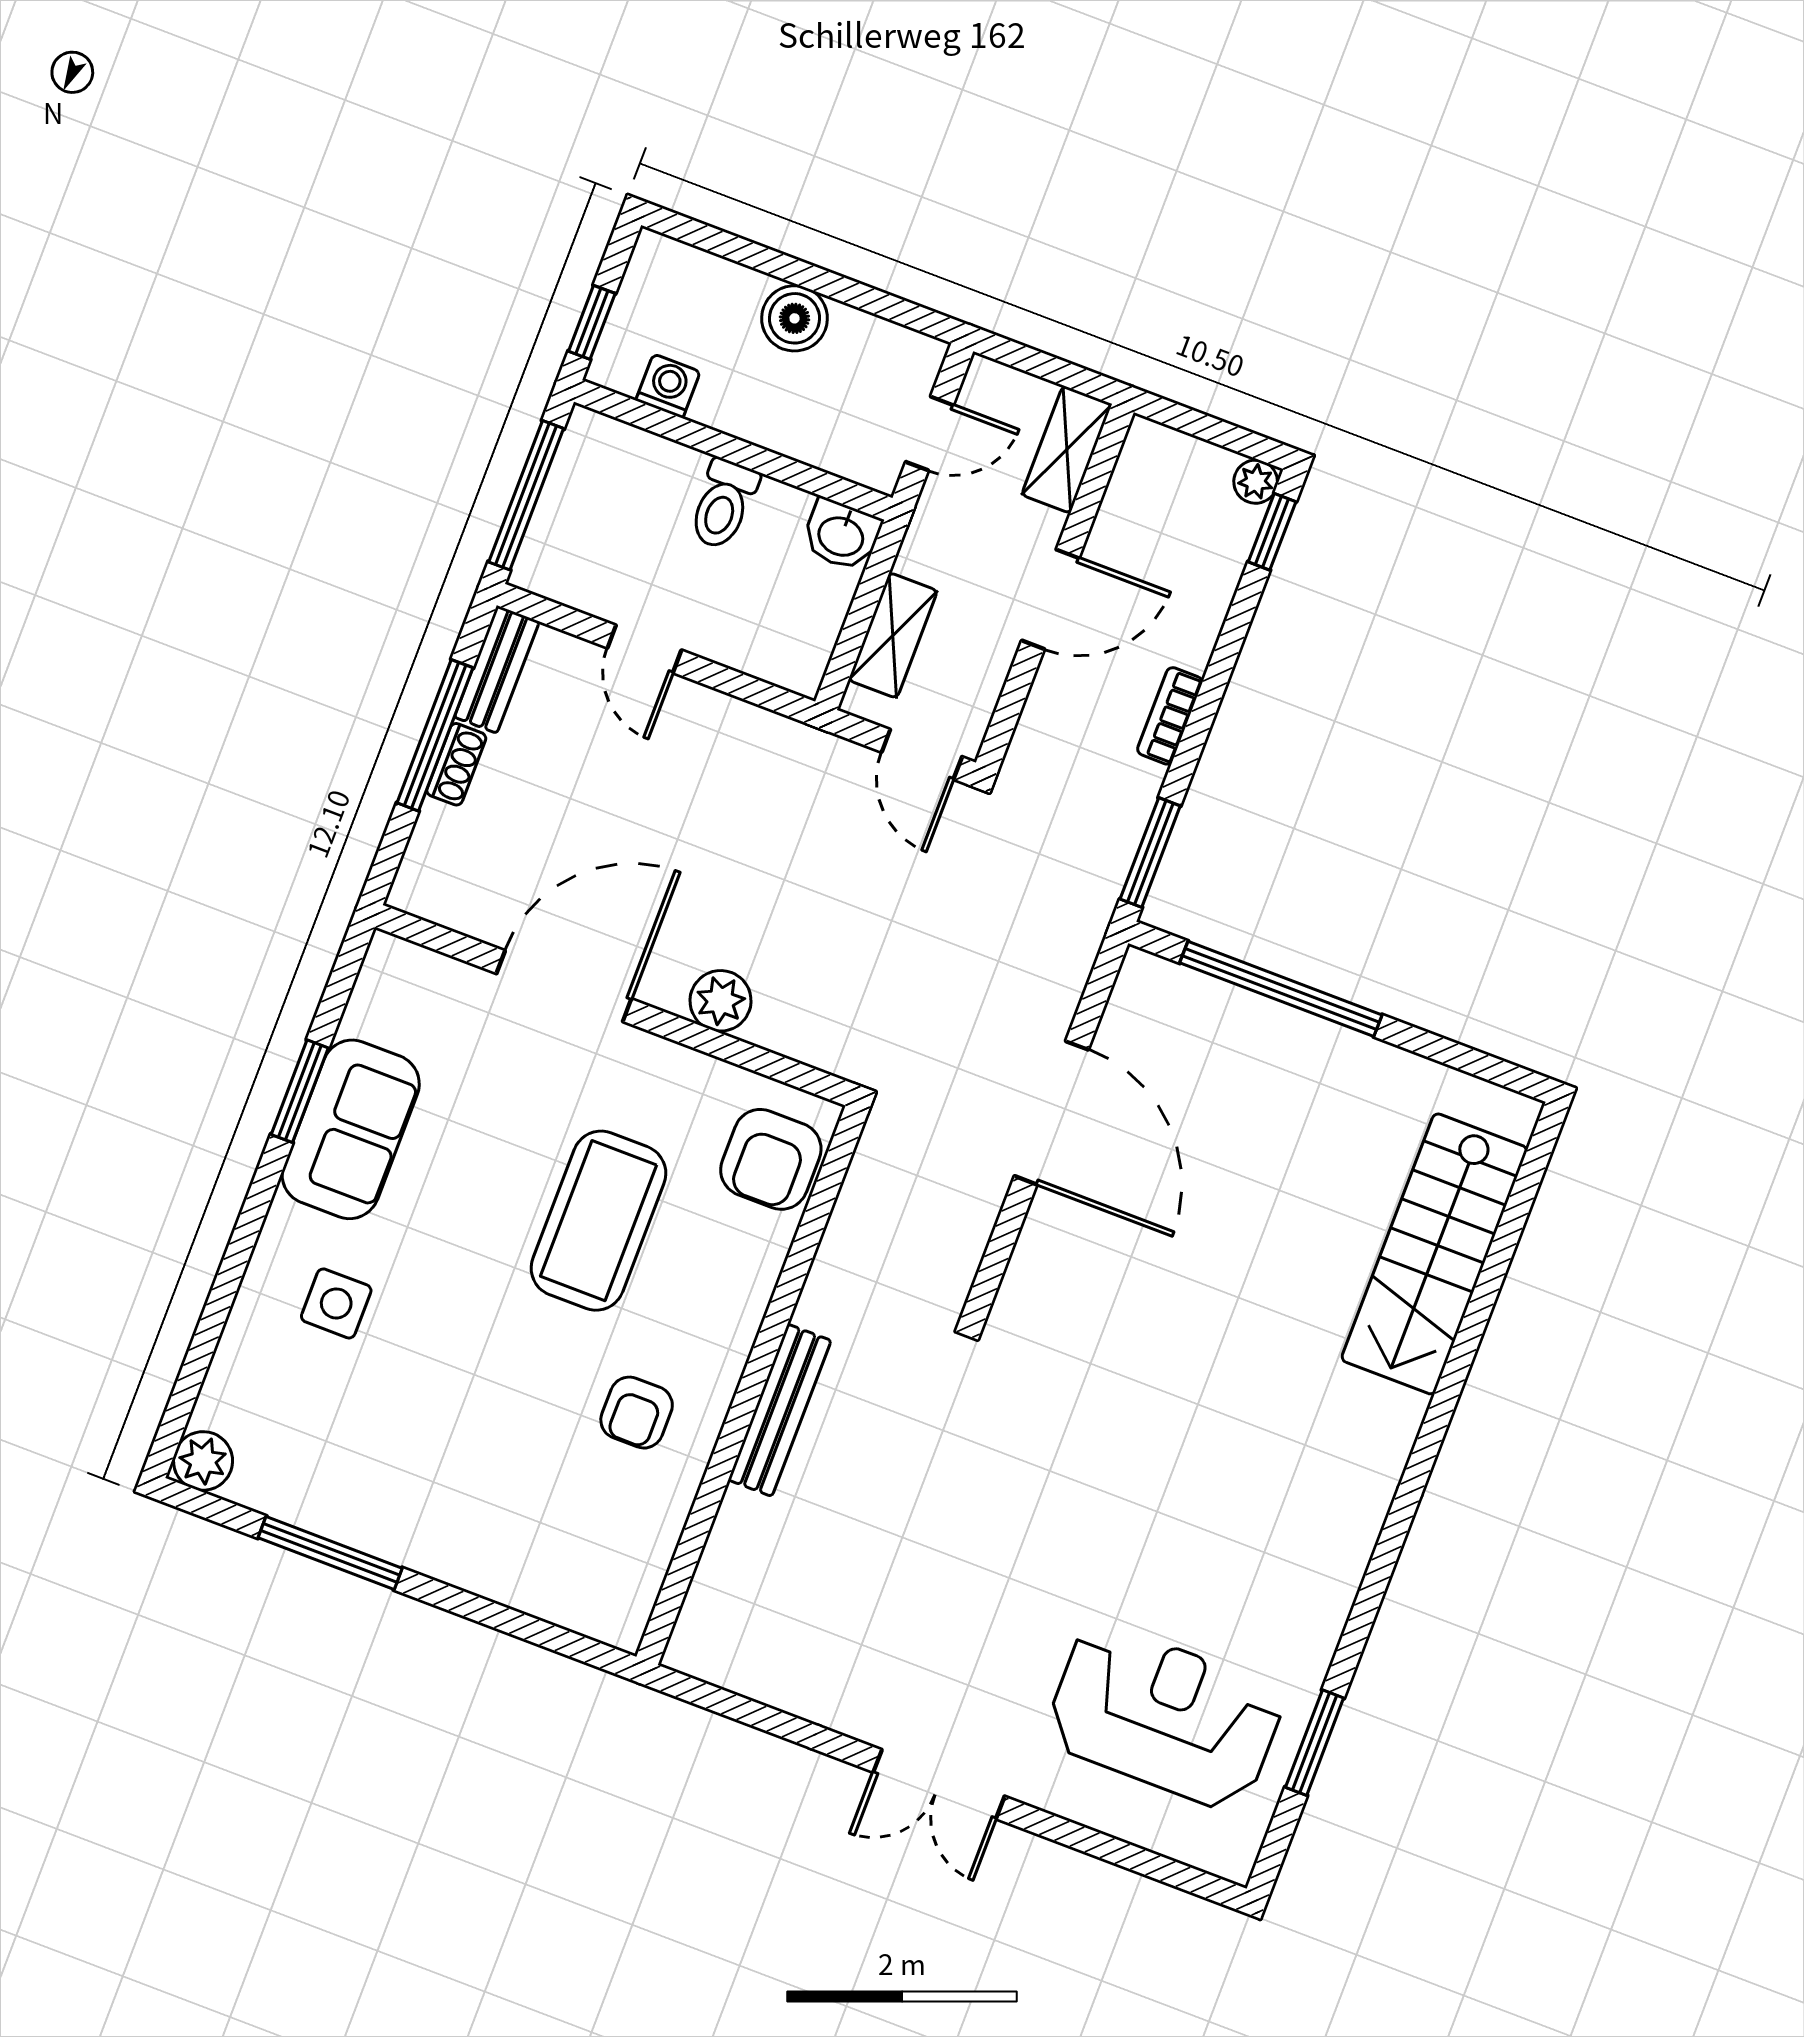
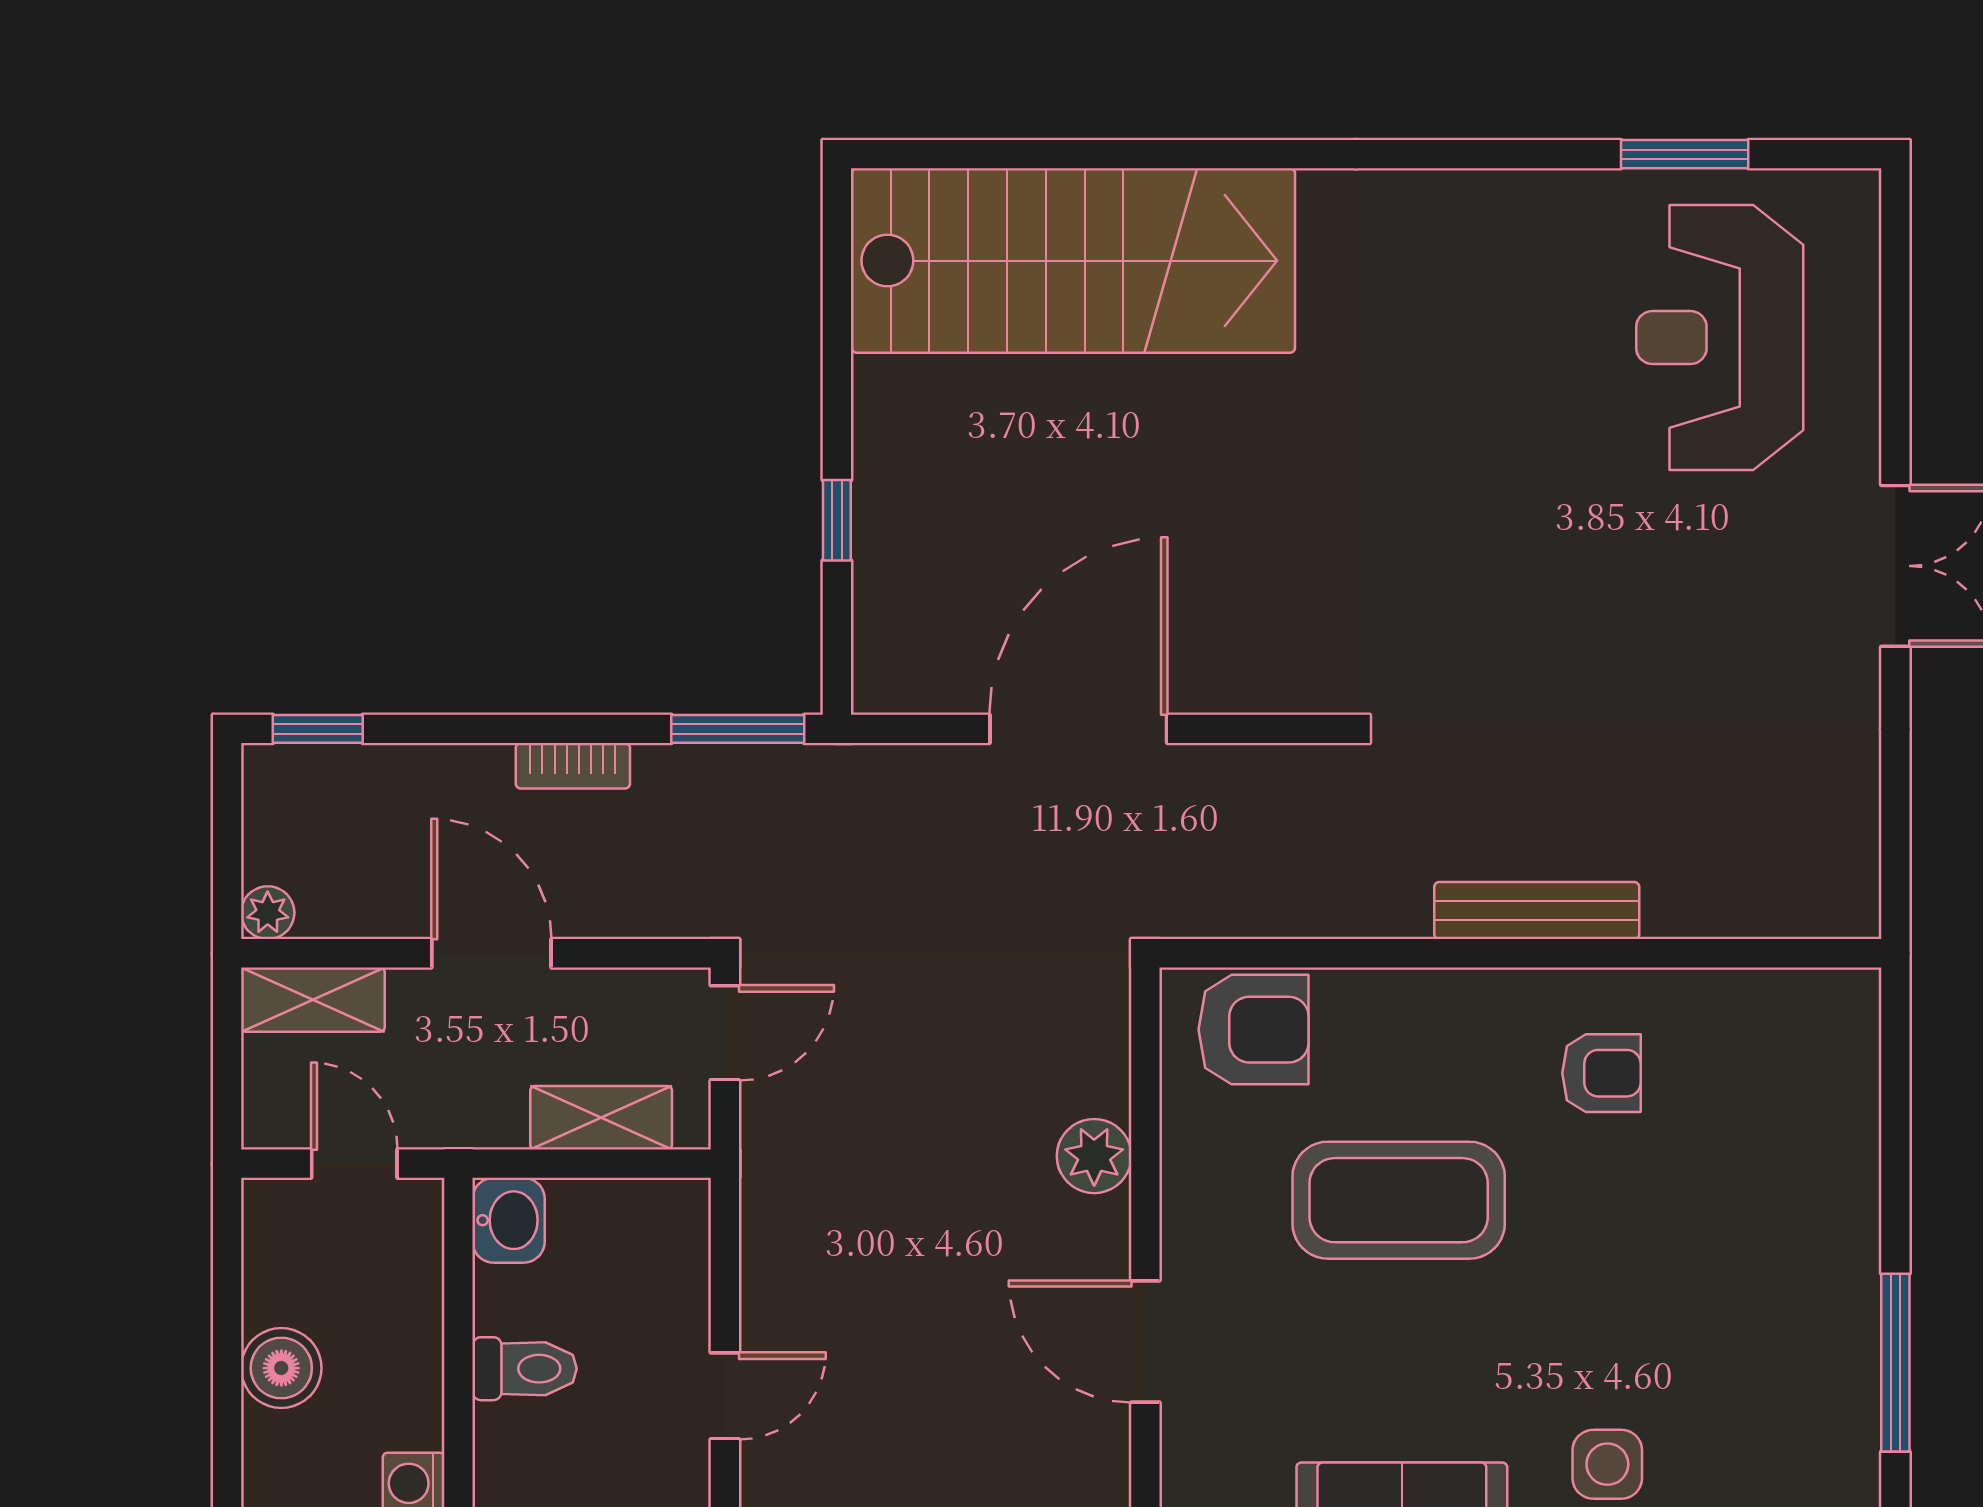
plant: (1256, 482) -> (268, 913), moved
door: (564, 986) -> (1145, 1342), width x0.73
window: (1281, 989) -> (837, 520), width x0.32
stairs: (1434, 1254) -> (1073, 261), width x1.36, depth x1.51

